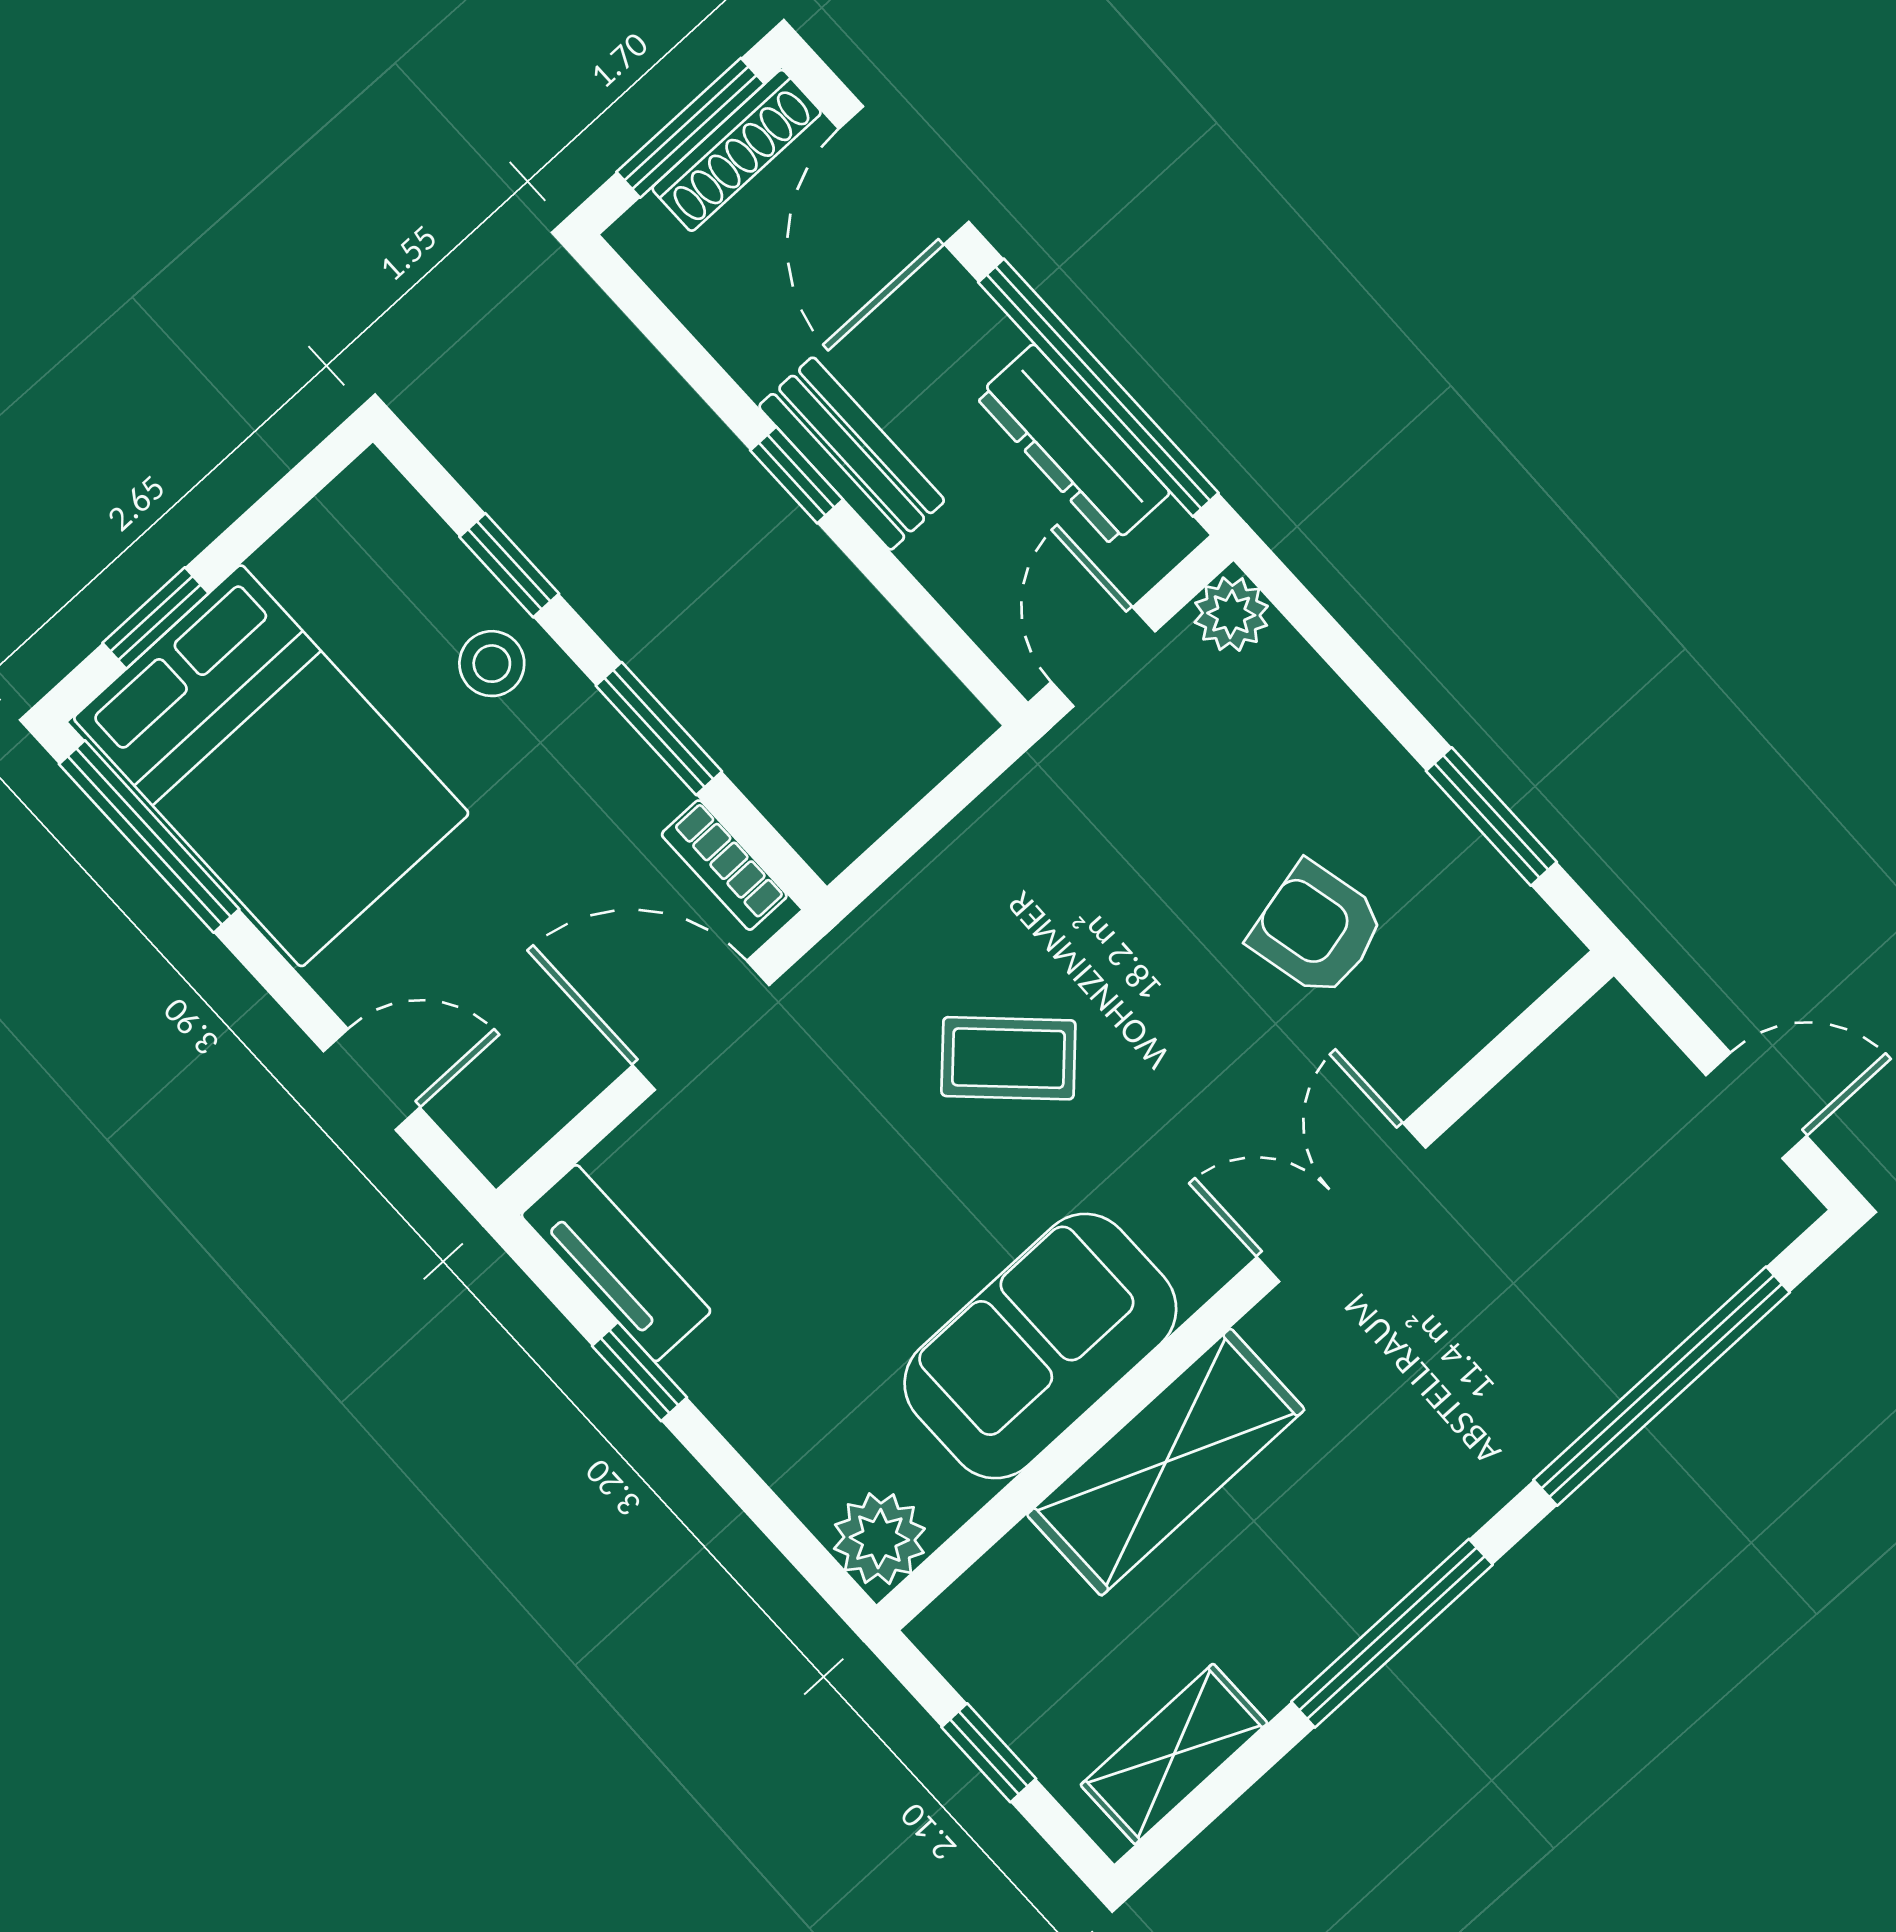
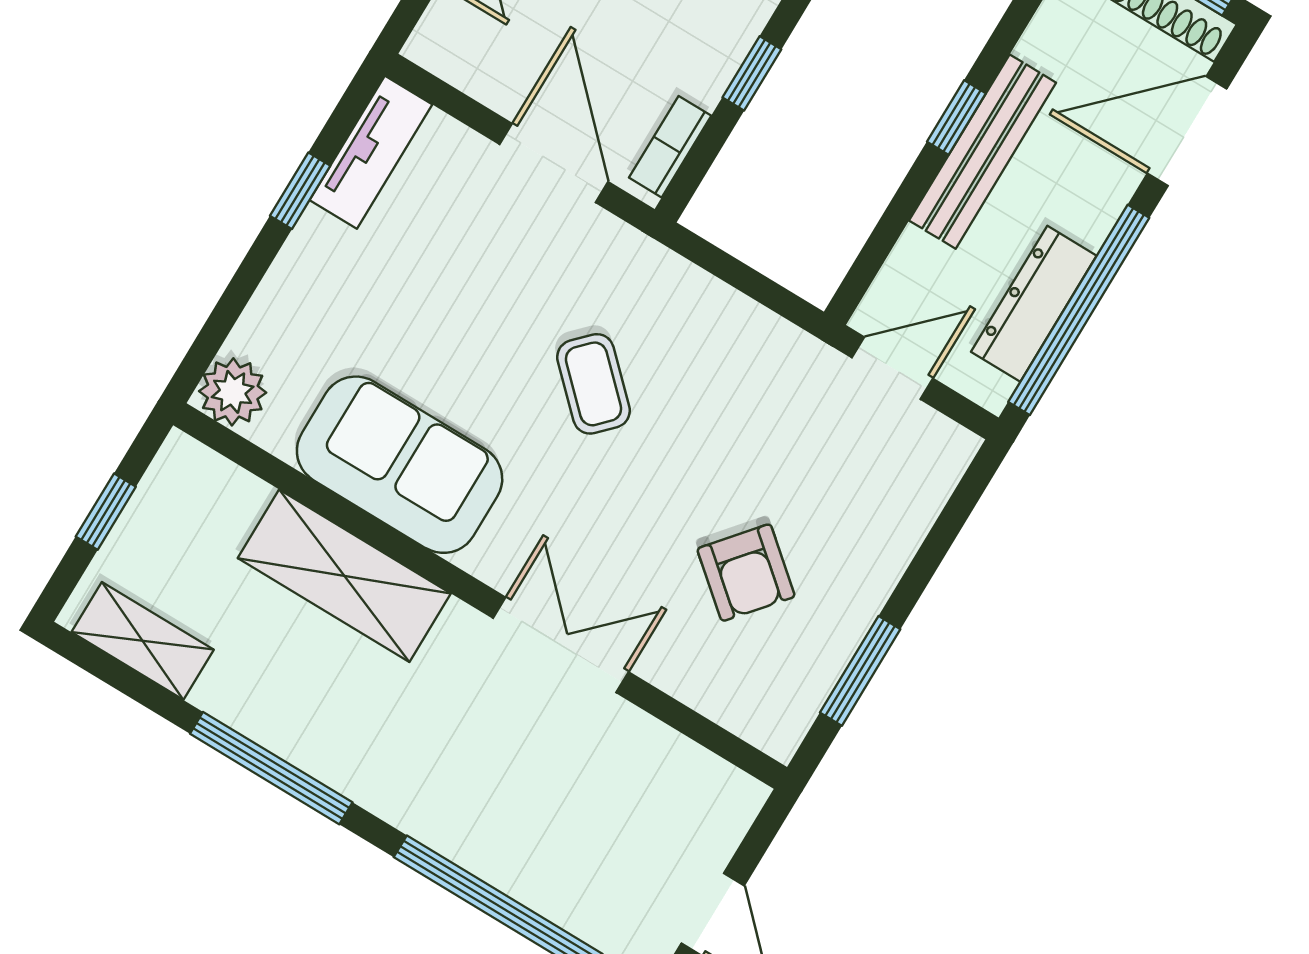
bench: (852, 454) -> (983, 152), width x1.36
plant: (1231, 614) -> (948, 449), removed
window: (659, 729) -> (752, 73), width x0.67
armchair: (1317, 929) -> (746, 573), turned 143

